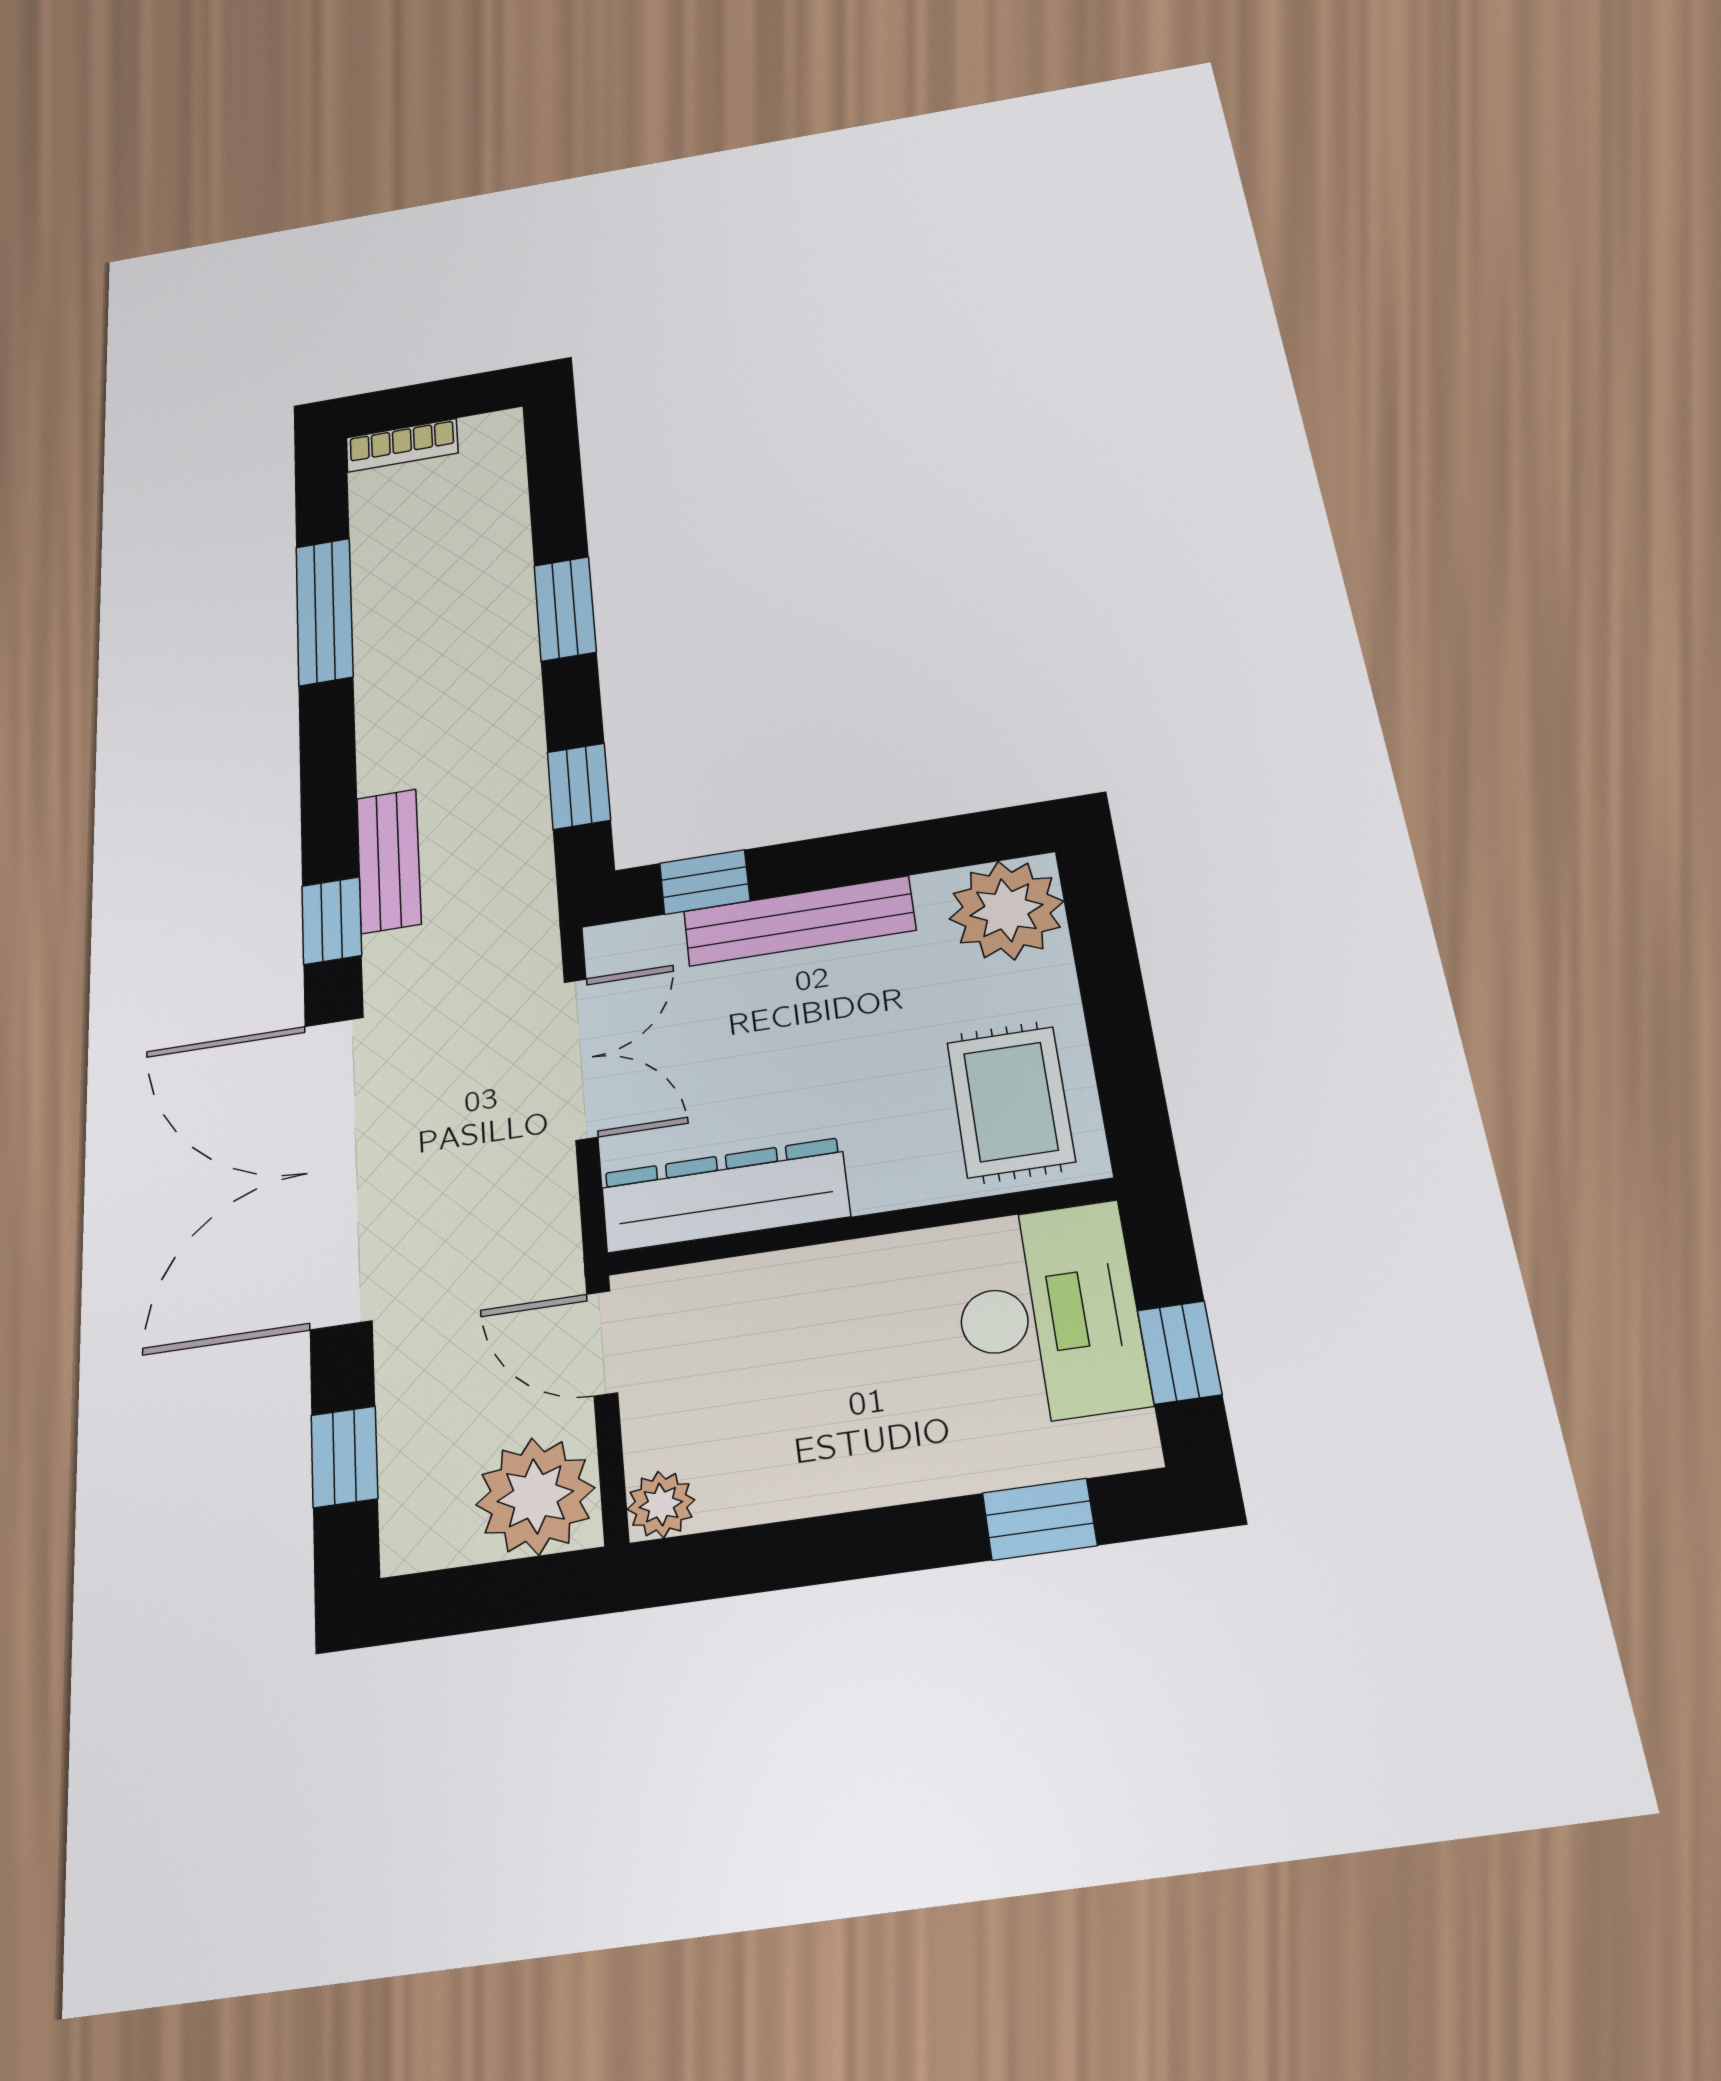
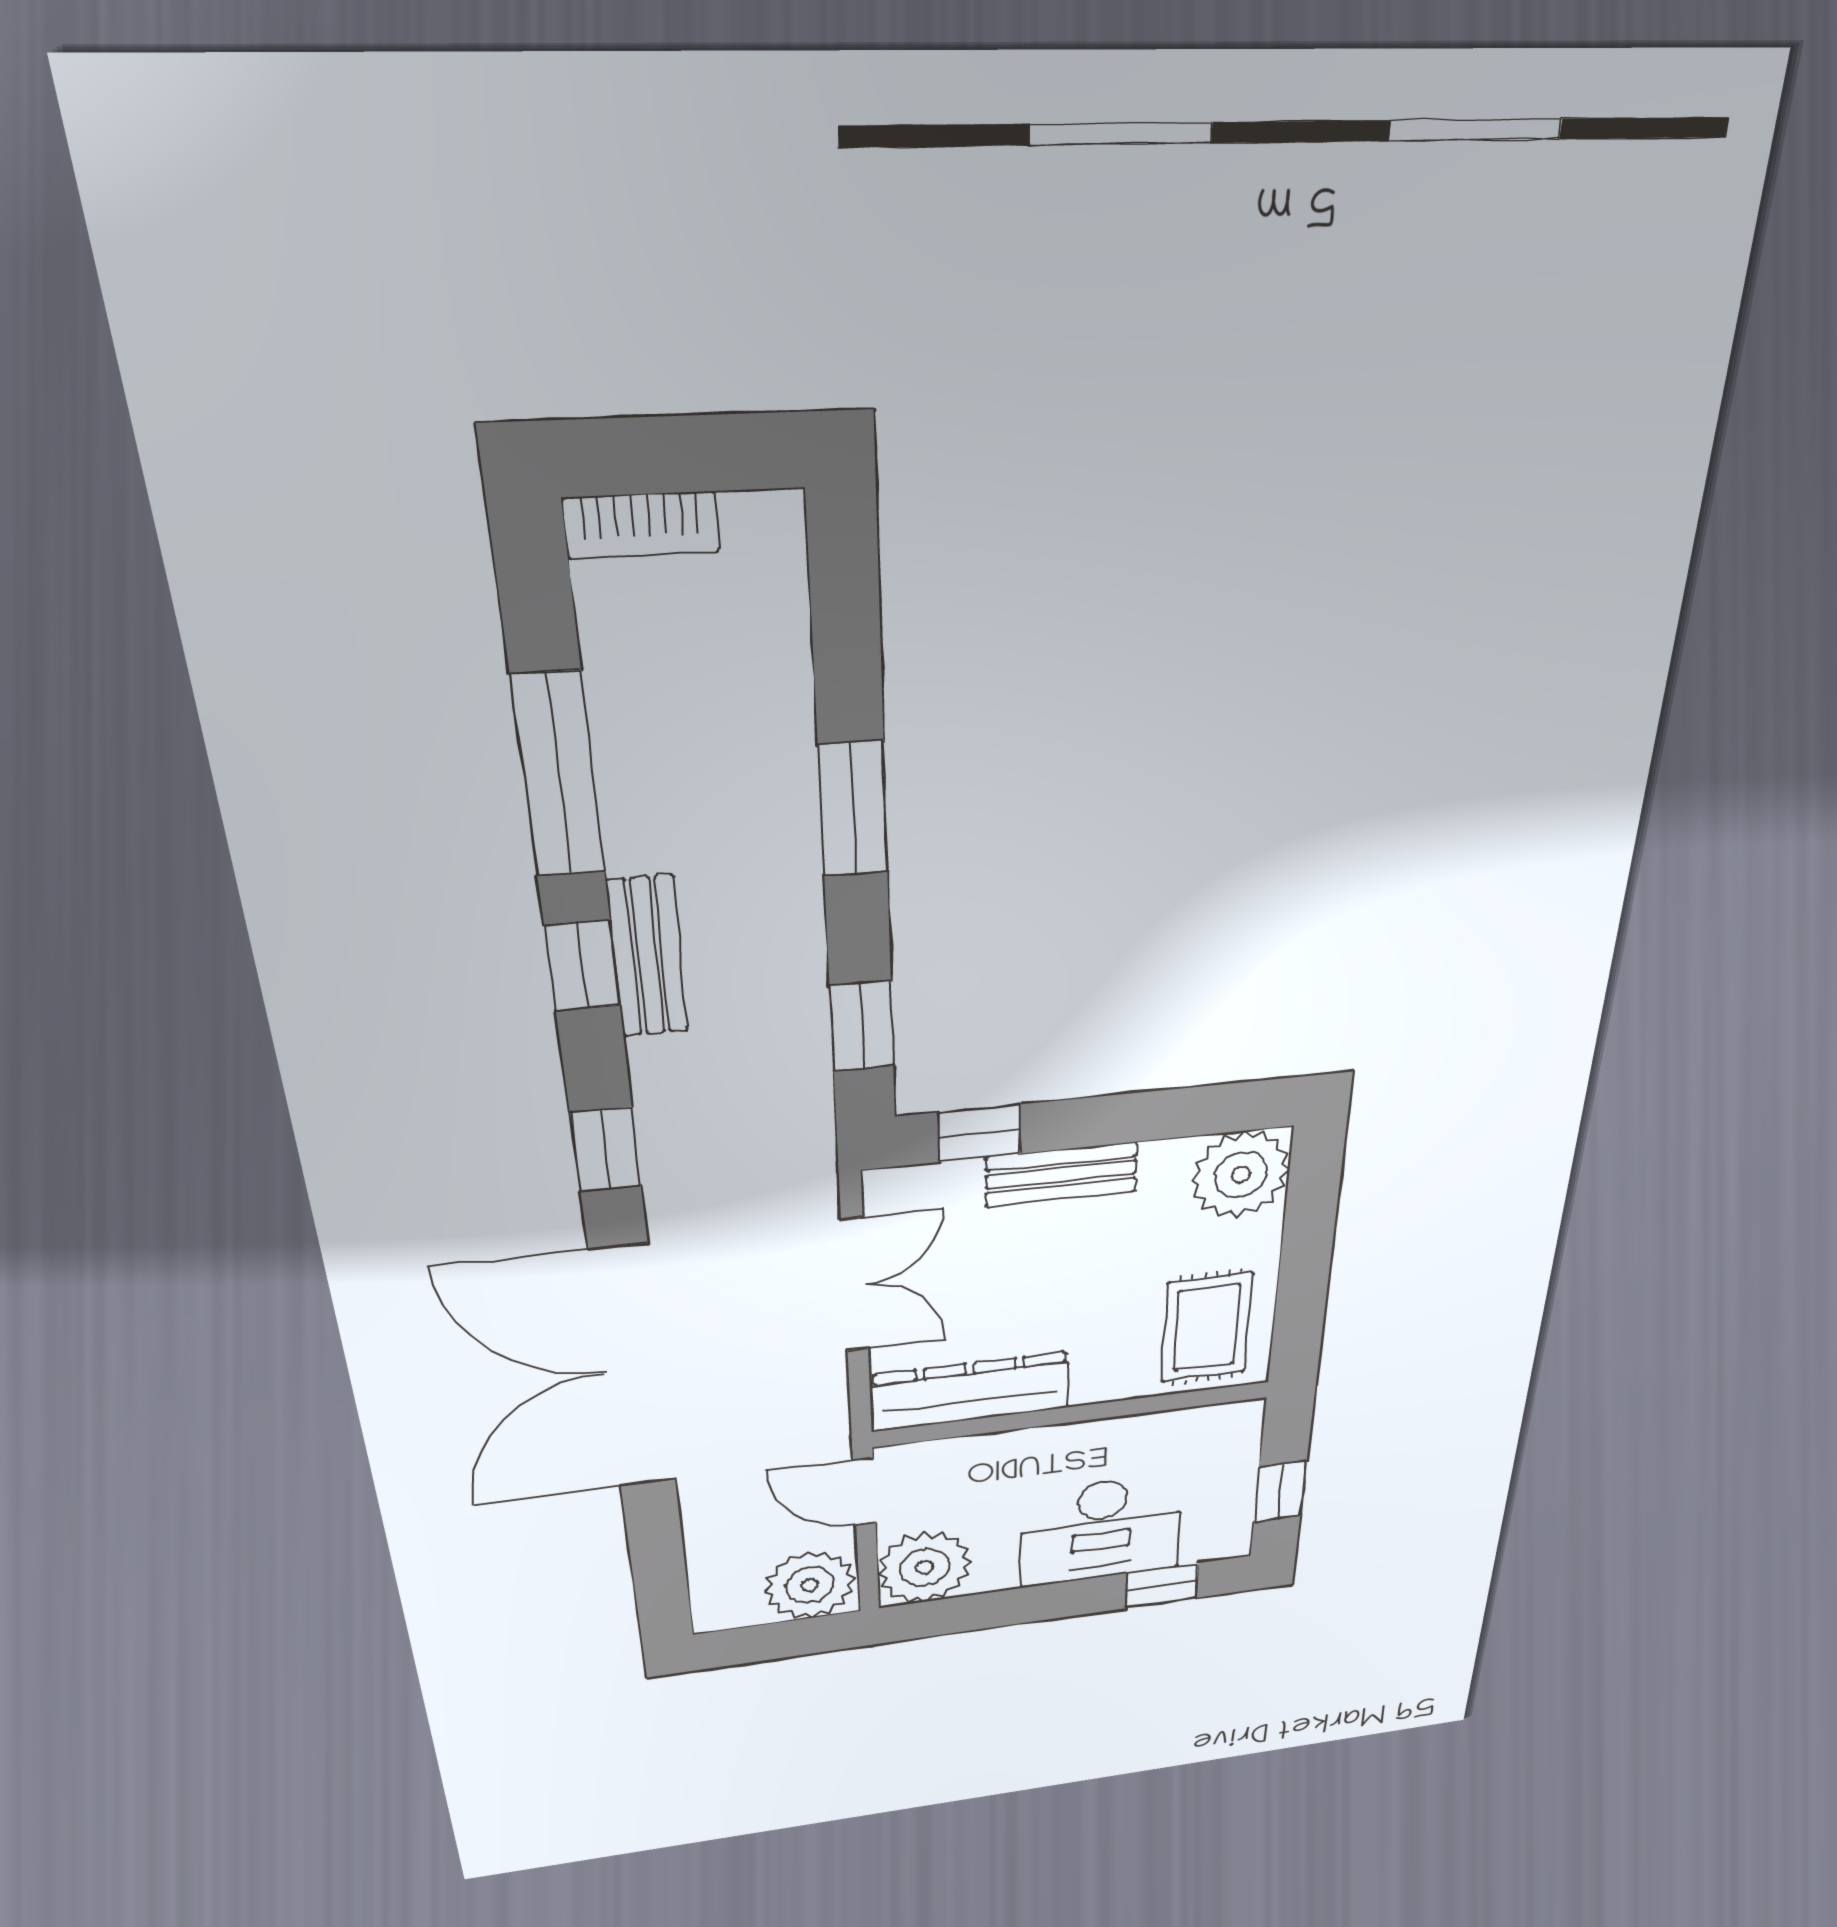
bench: (389, 861) -> (648, 957), moved
bench: (799, 921) -> (1061, 1174), width x0.73
desk: (1048, 1314) -> (1101, 1530), moved, turned 90
window: (344, 1457) -> (583, 966), moved
plant: (661, 1505) -> (925, 1567), width x1.87, depth x1.87

